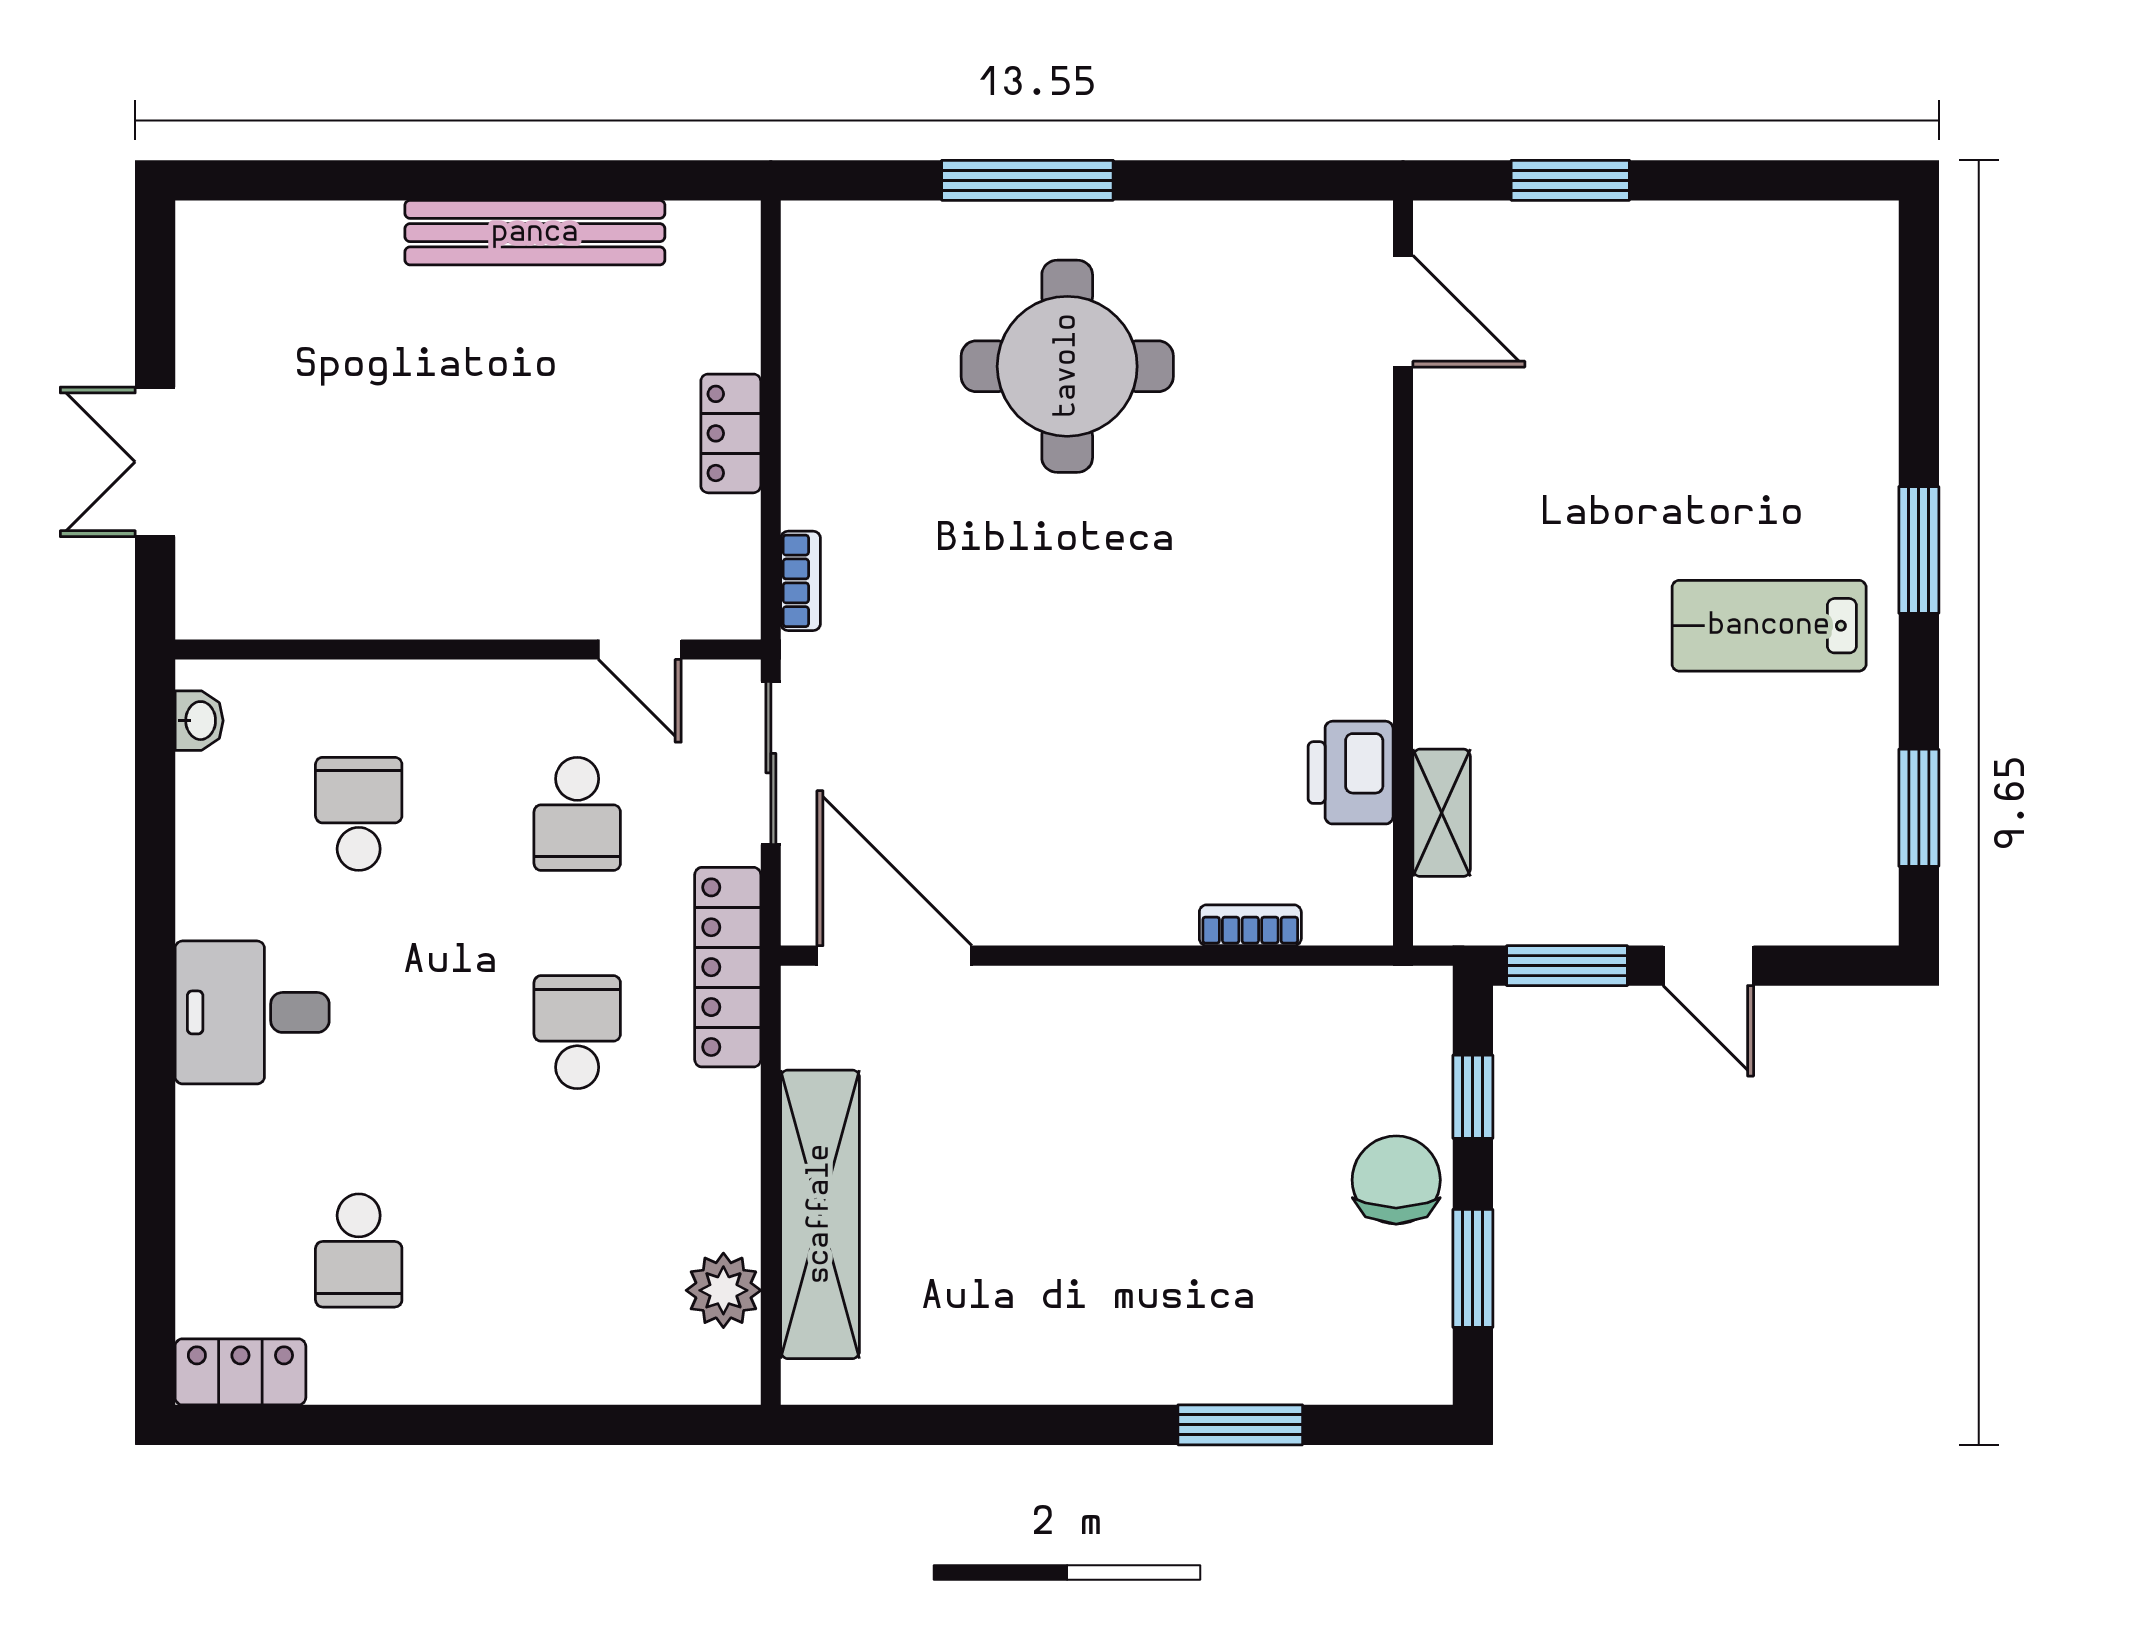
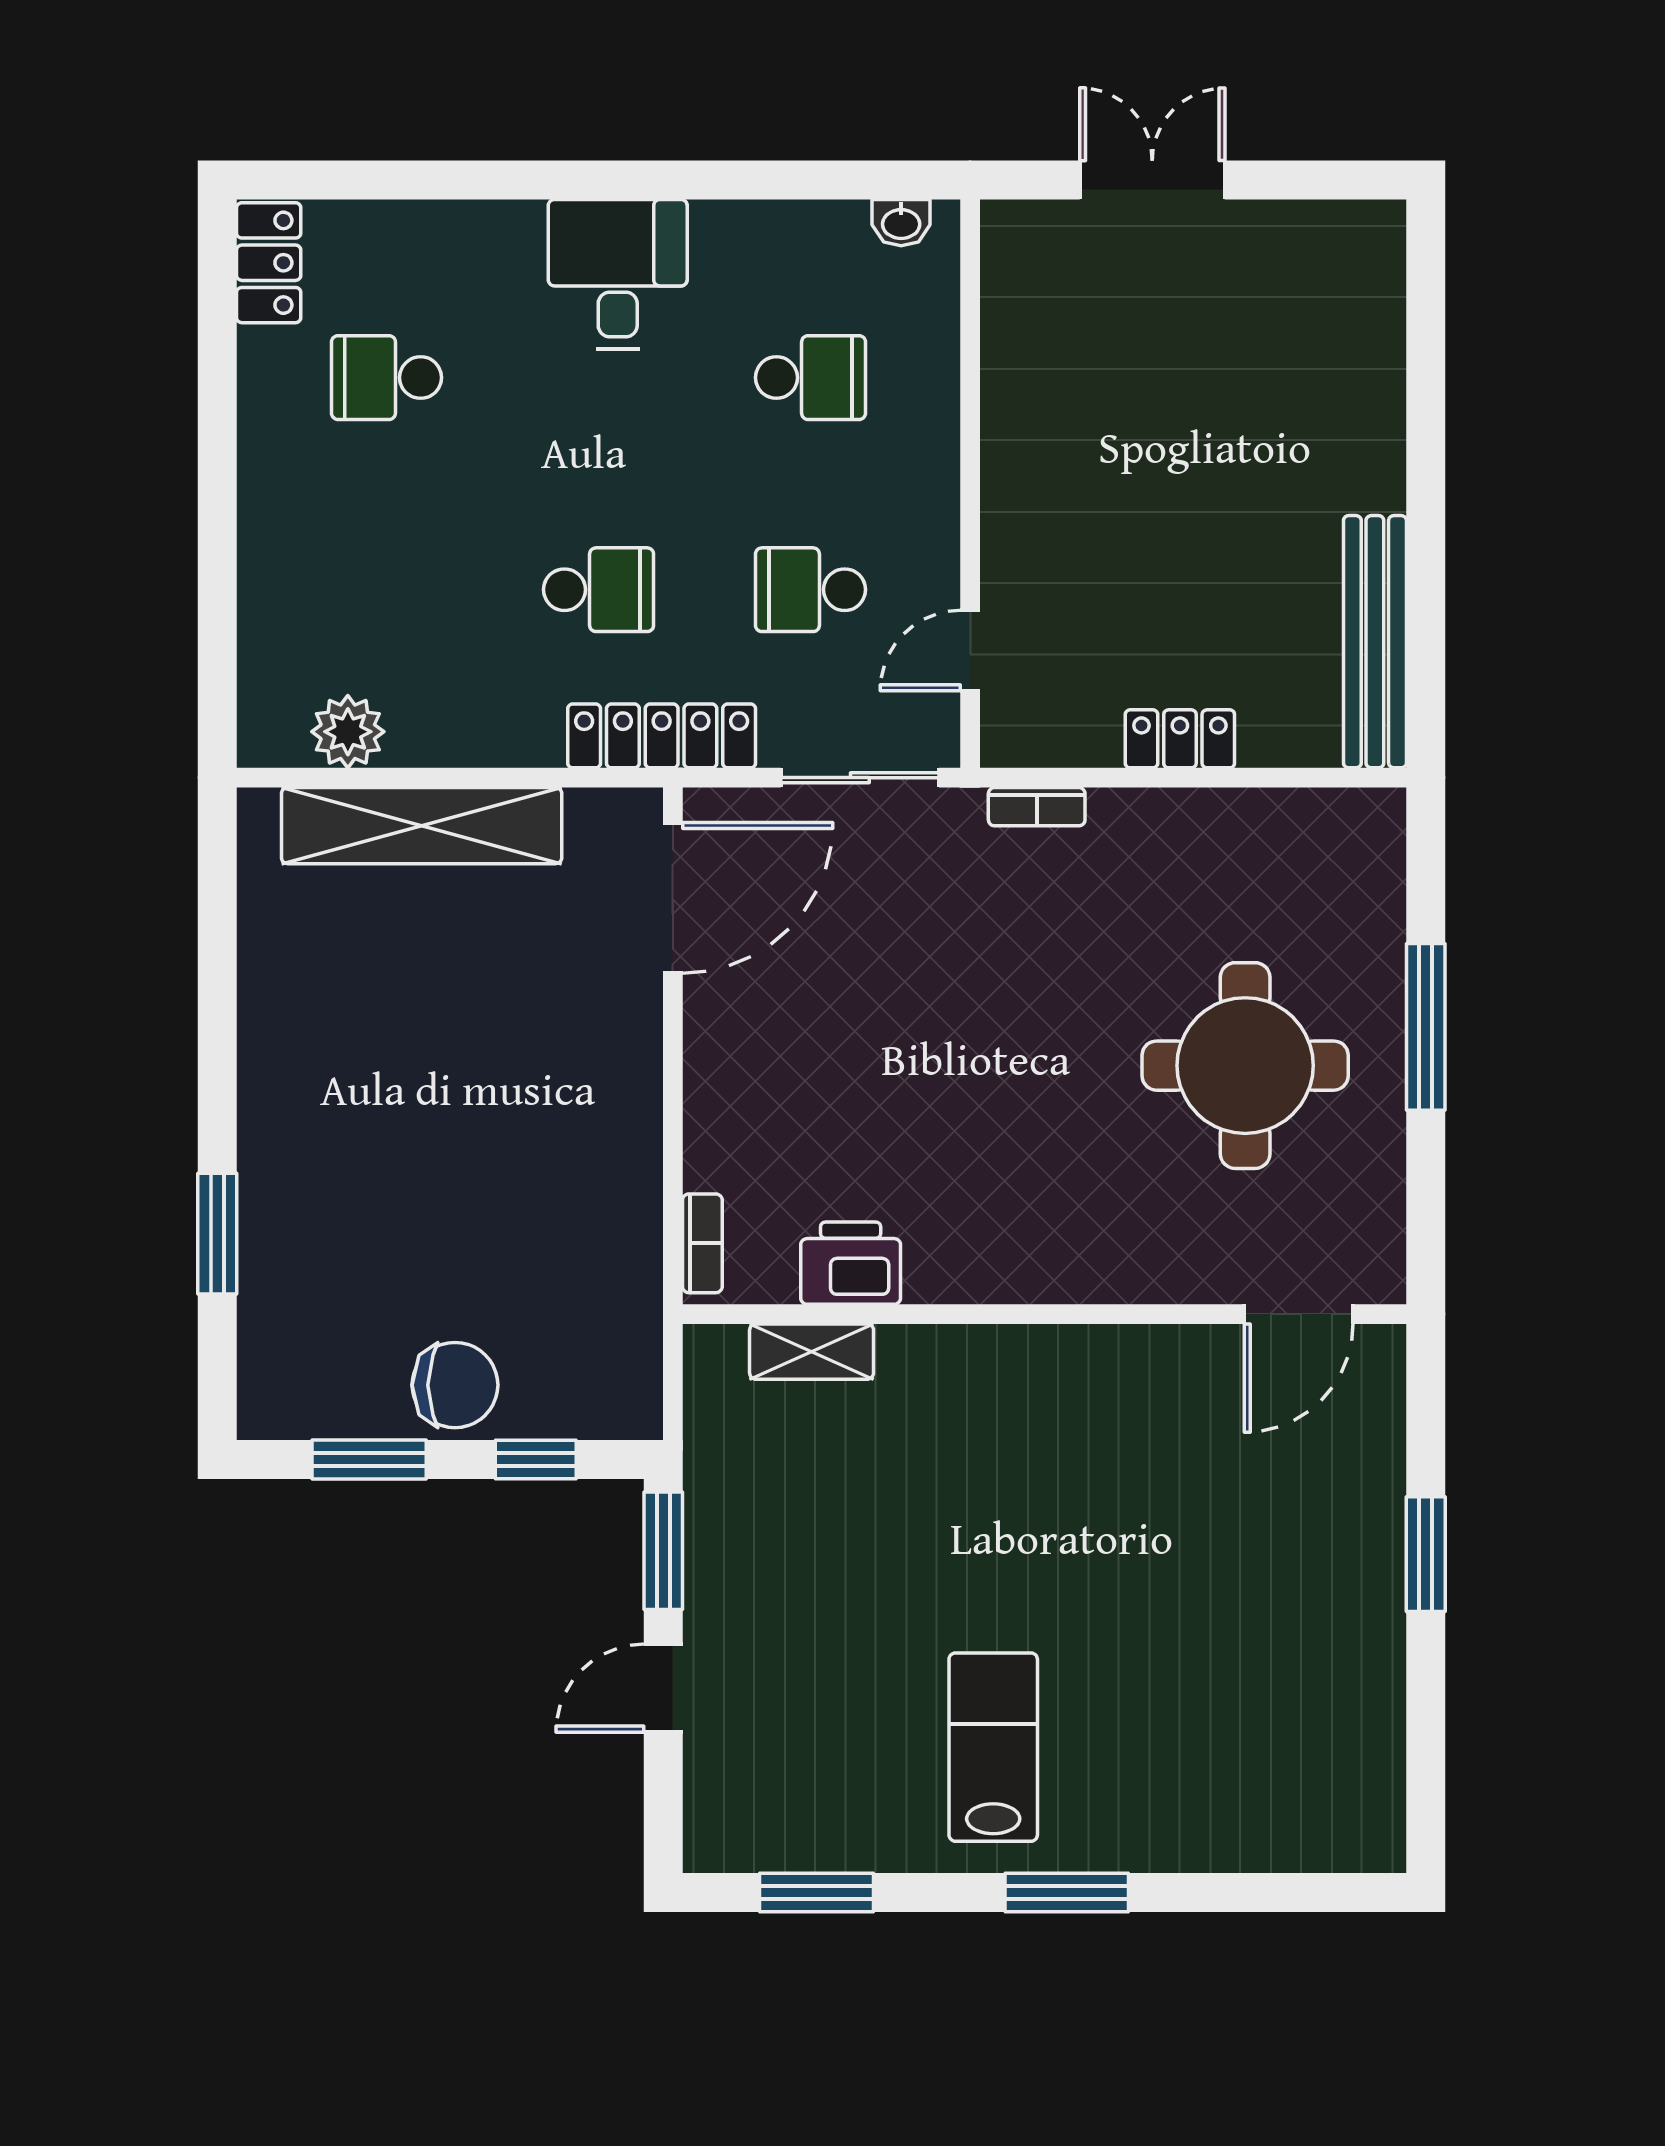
bench: (535, 233) -> (1375, 642), moved
door: (1403, 311) -> (1299, 1314), moved
wall: (1403, 573) -> (1044, 1314), moved
printer: (1351, 773) -> (851, 1263), moved
shelving: (1442, 813) -> (812, 1352), moved

